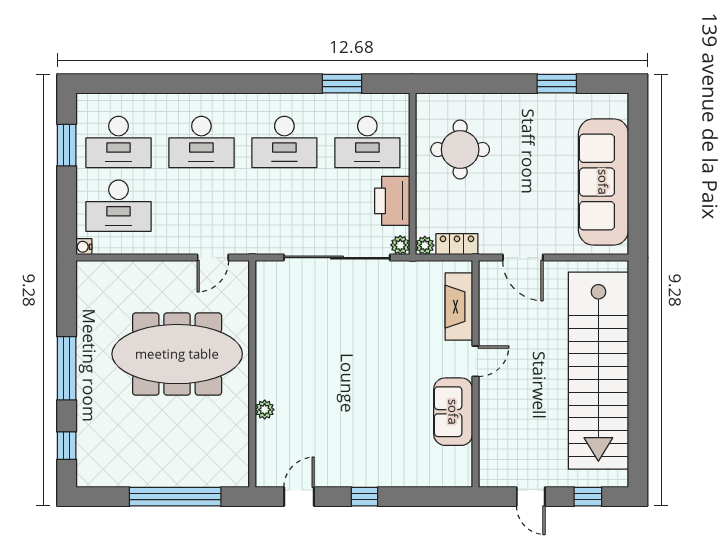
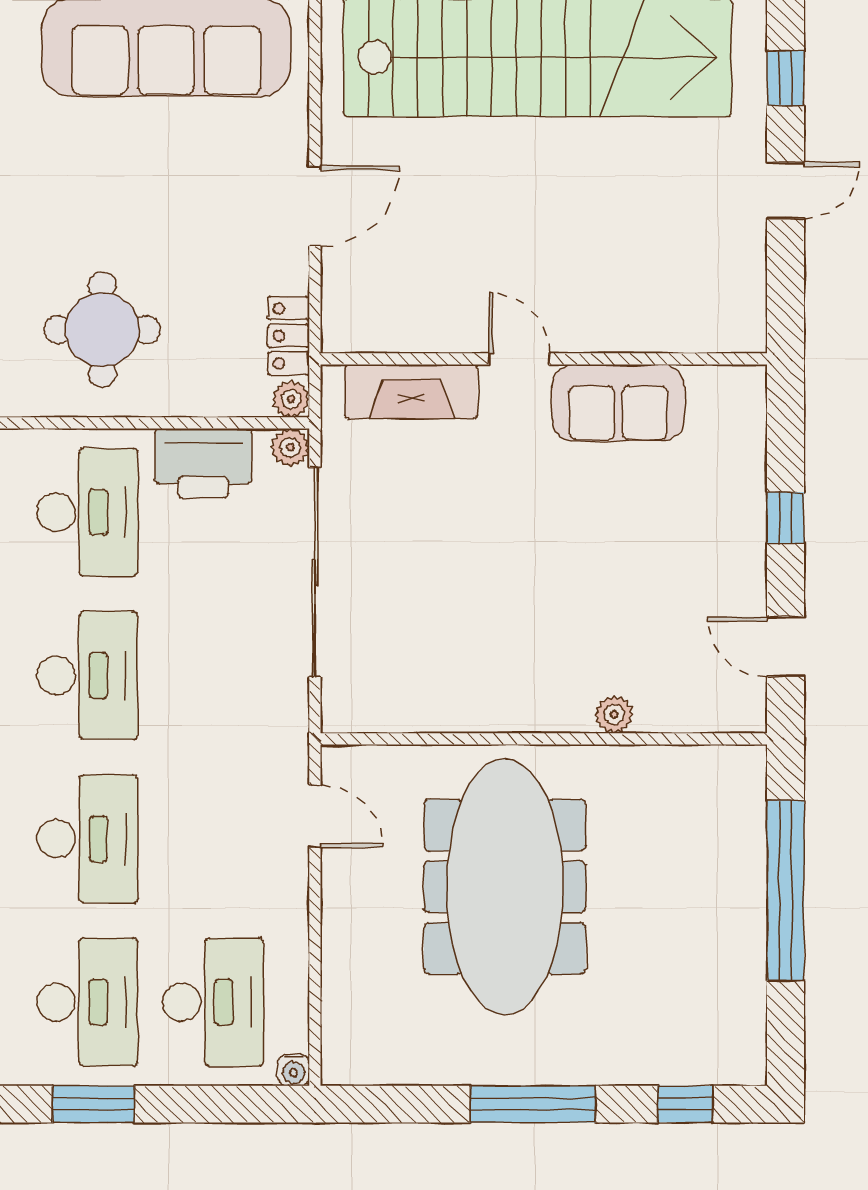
fireplace: (459, 307) -> (411, 392), moved
door: (475, 361) -> (519, 359), moved
wall: (475, 374) -> (544, 359), moved
sofa: (453, 412) -> (618, 403), moved

